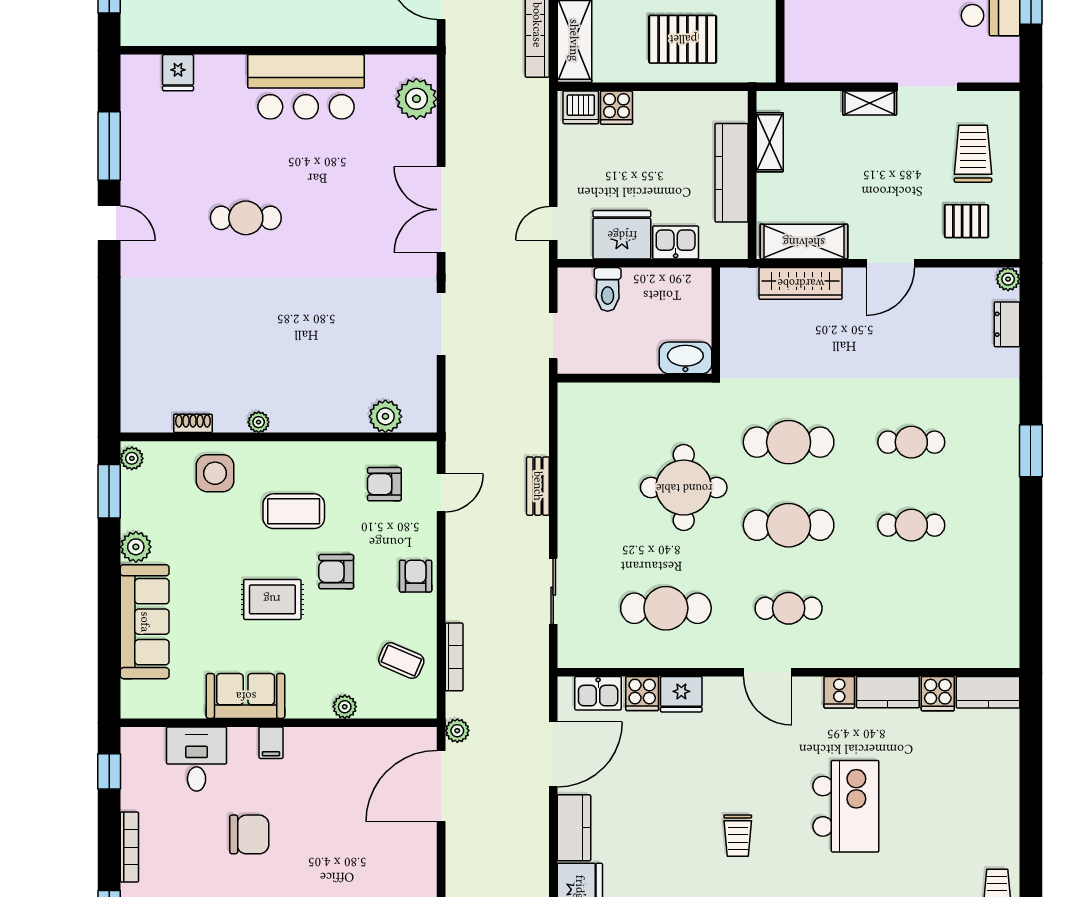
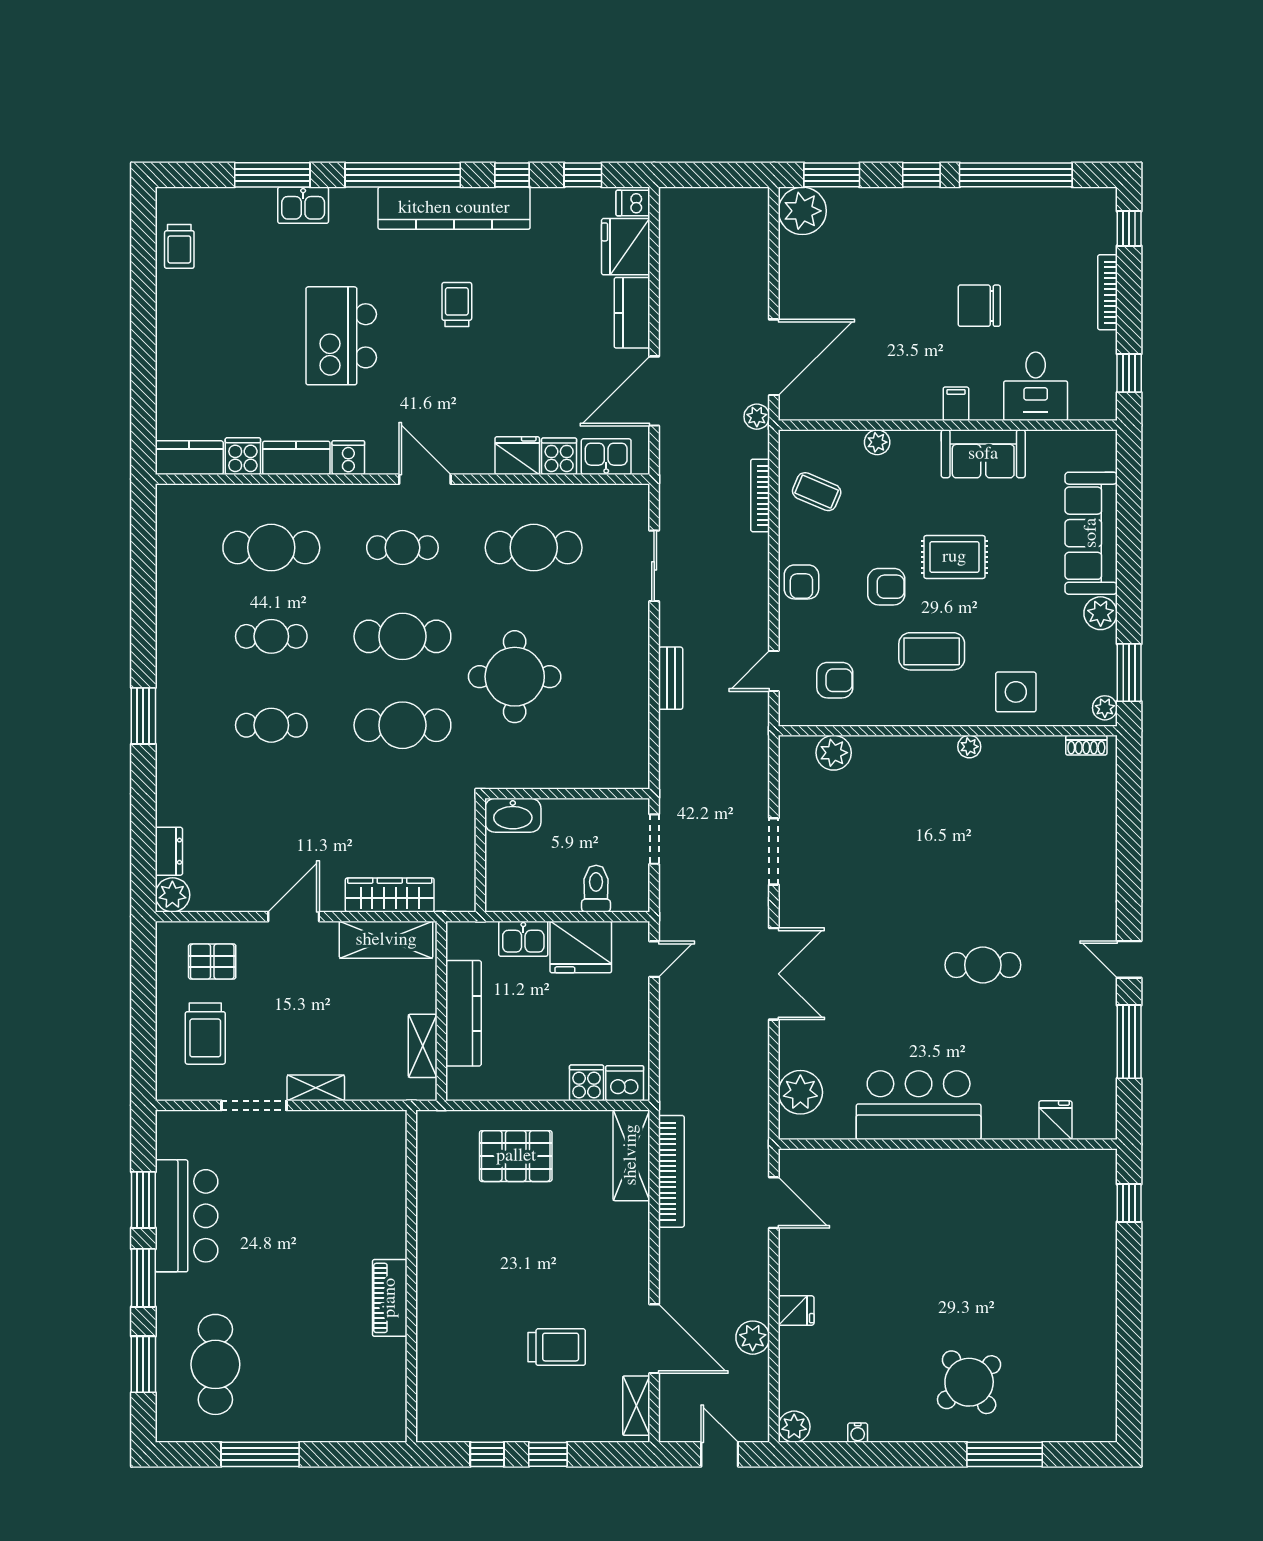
plant: (1008, 279) -> (172, 895), width x1.38, depth x1.38
shoe rack: (193, 423) -> (1086, 745), moved
cafe table: (911, 608) -> (271, 548), added

